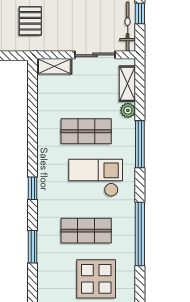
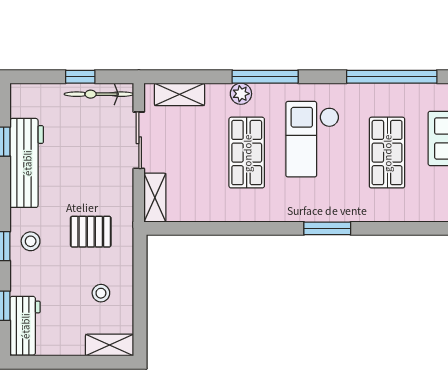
plant: (128, 110) -> (241, 94), moved
window: (33, 188) -> (327, 228), width x1.50
window: (33, 247) -> (410, 228), removed

